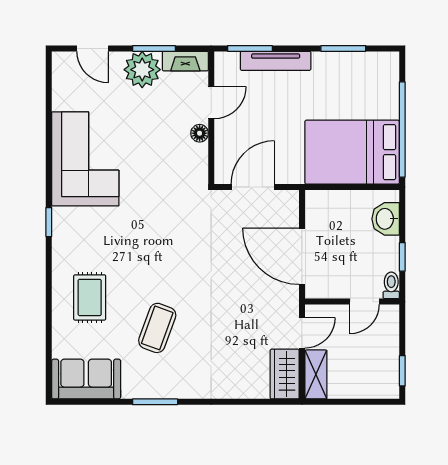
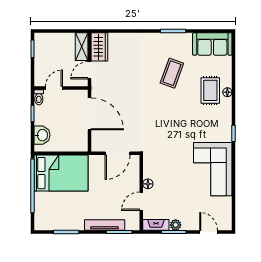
plant: (142, 70) -> (176, 225), width x0.53, depth x0.53
floor lamp: (60, 294) -> (227, 92), added

